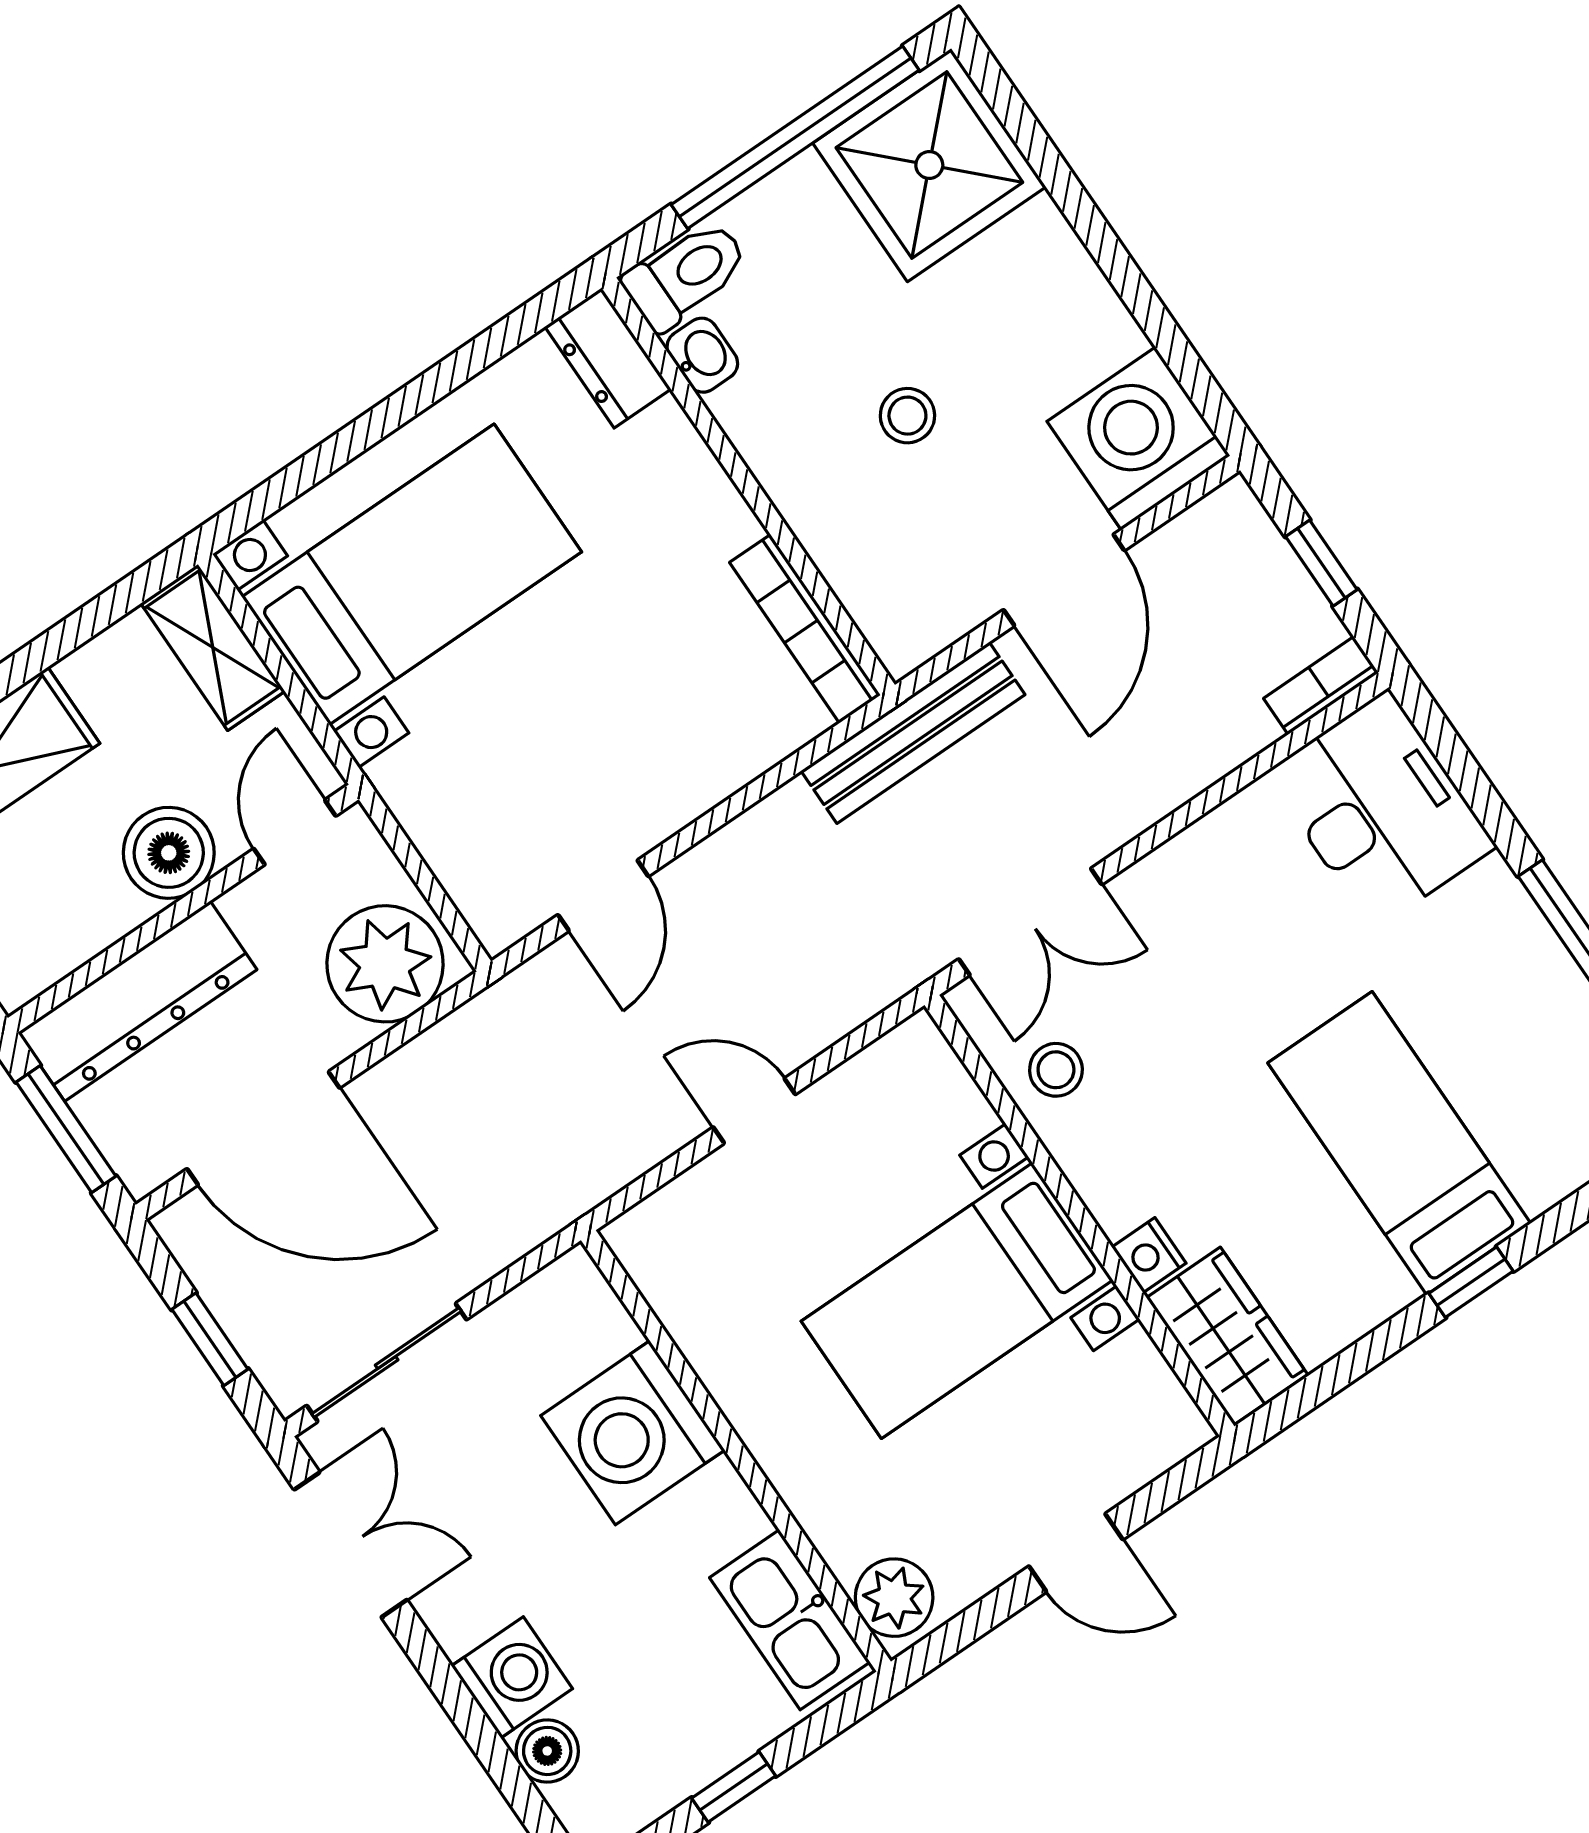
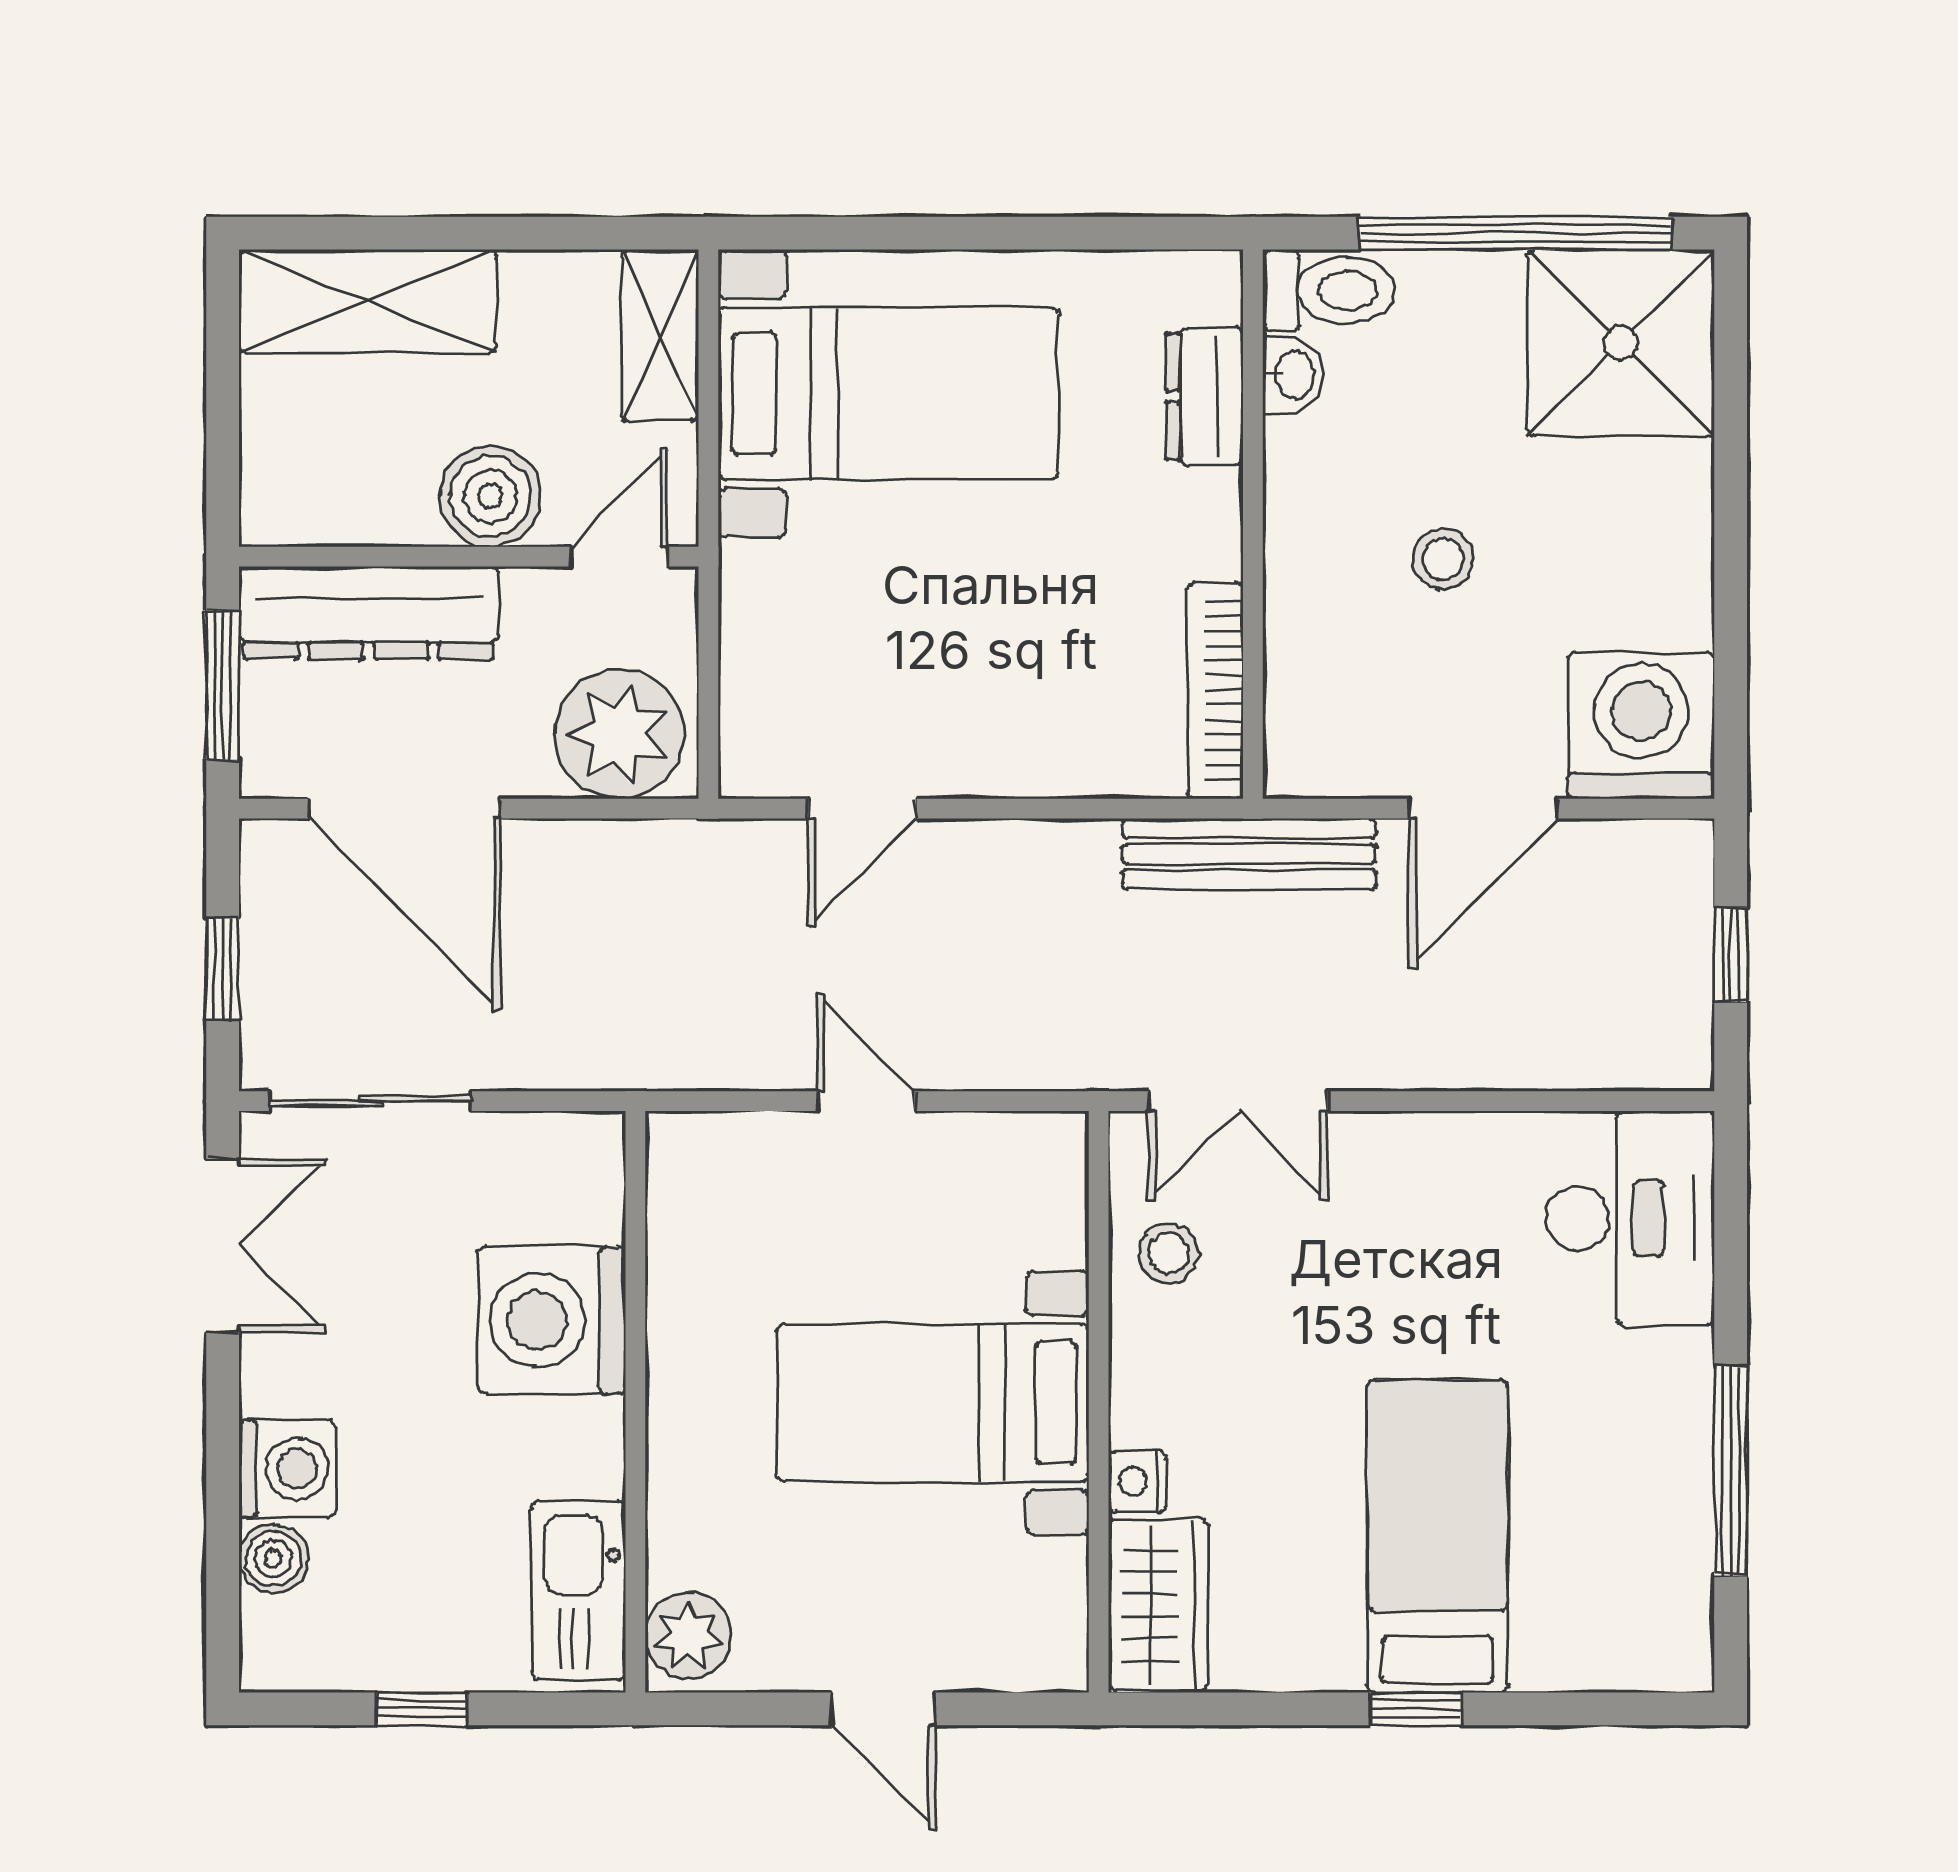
dresser: (608, 358) -> (1205, 396), moved
bookcase: (1321, 685) -> (1653, 1067), removed

